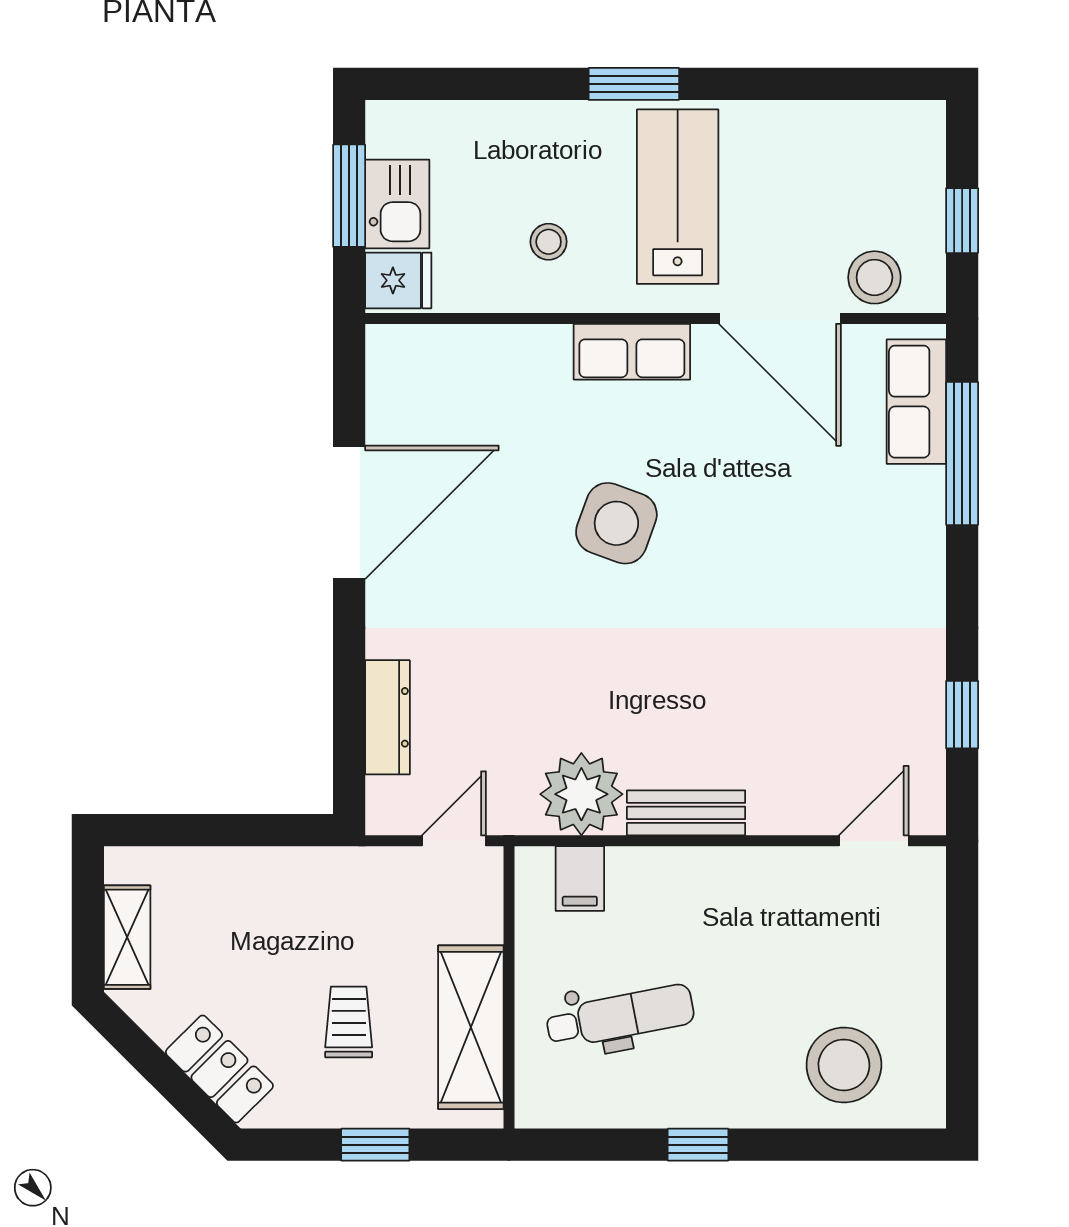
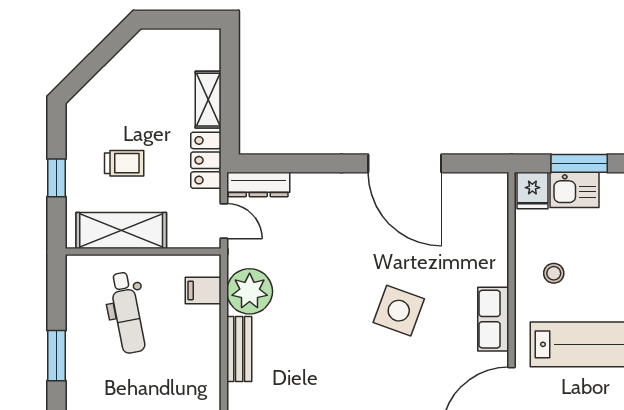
dresser: (387, 717) -> (258, 185), moved
shelving: (127, 937) -> (208, 100), moved, turned 90
locker: (219, 1069) -> (206, 160), moved, turned 135
window: (698, 1145) -> (57, 356), width x1.50

